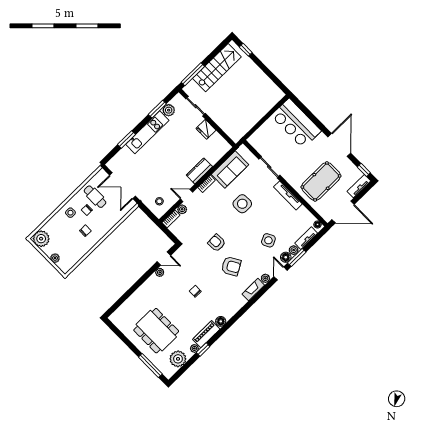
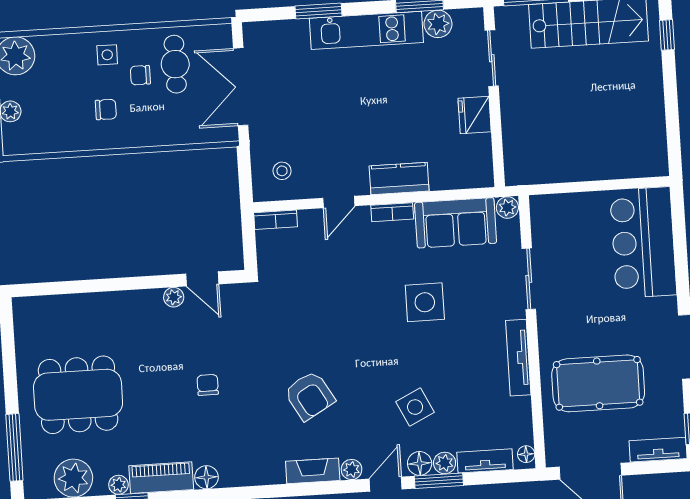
door: (186, 195) -> (339, 202), swing flipped
plant: (182, 209) -> (507, 208), moved
armchair: (217, 243) -> (320, 332), removed
dining table: (156, 331) -> (78, 395), turned 90

